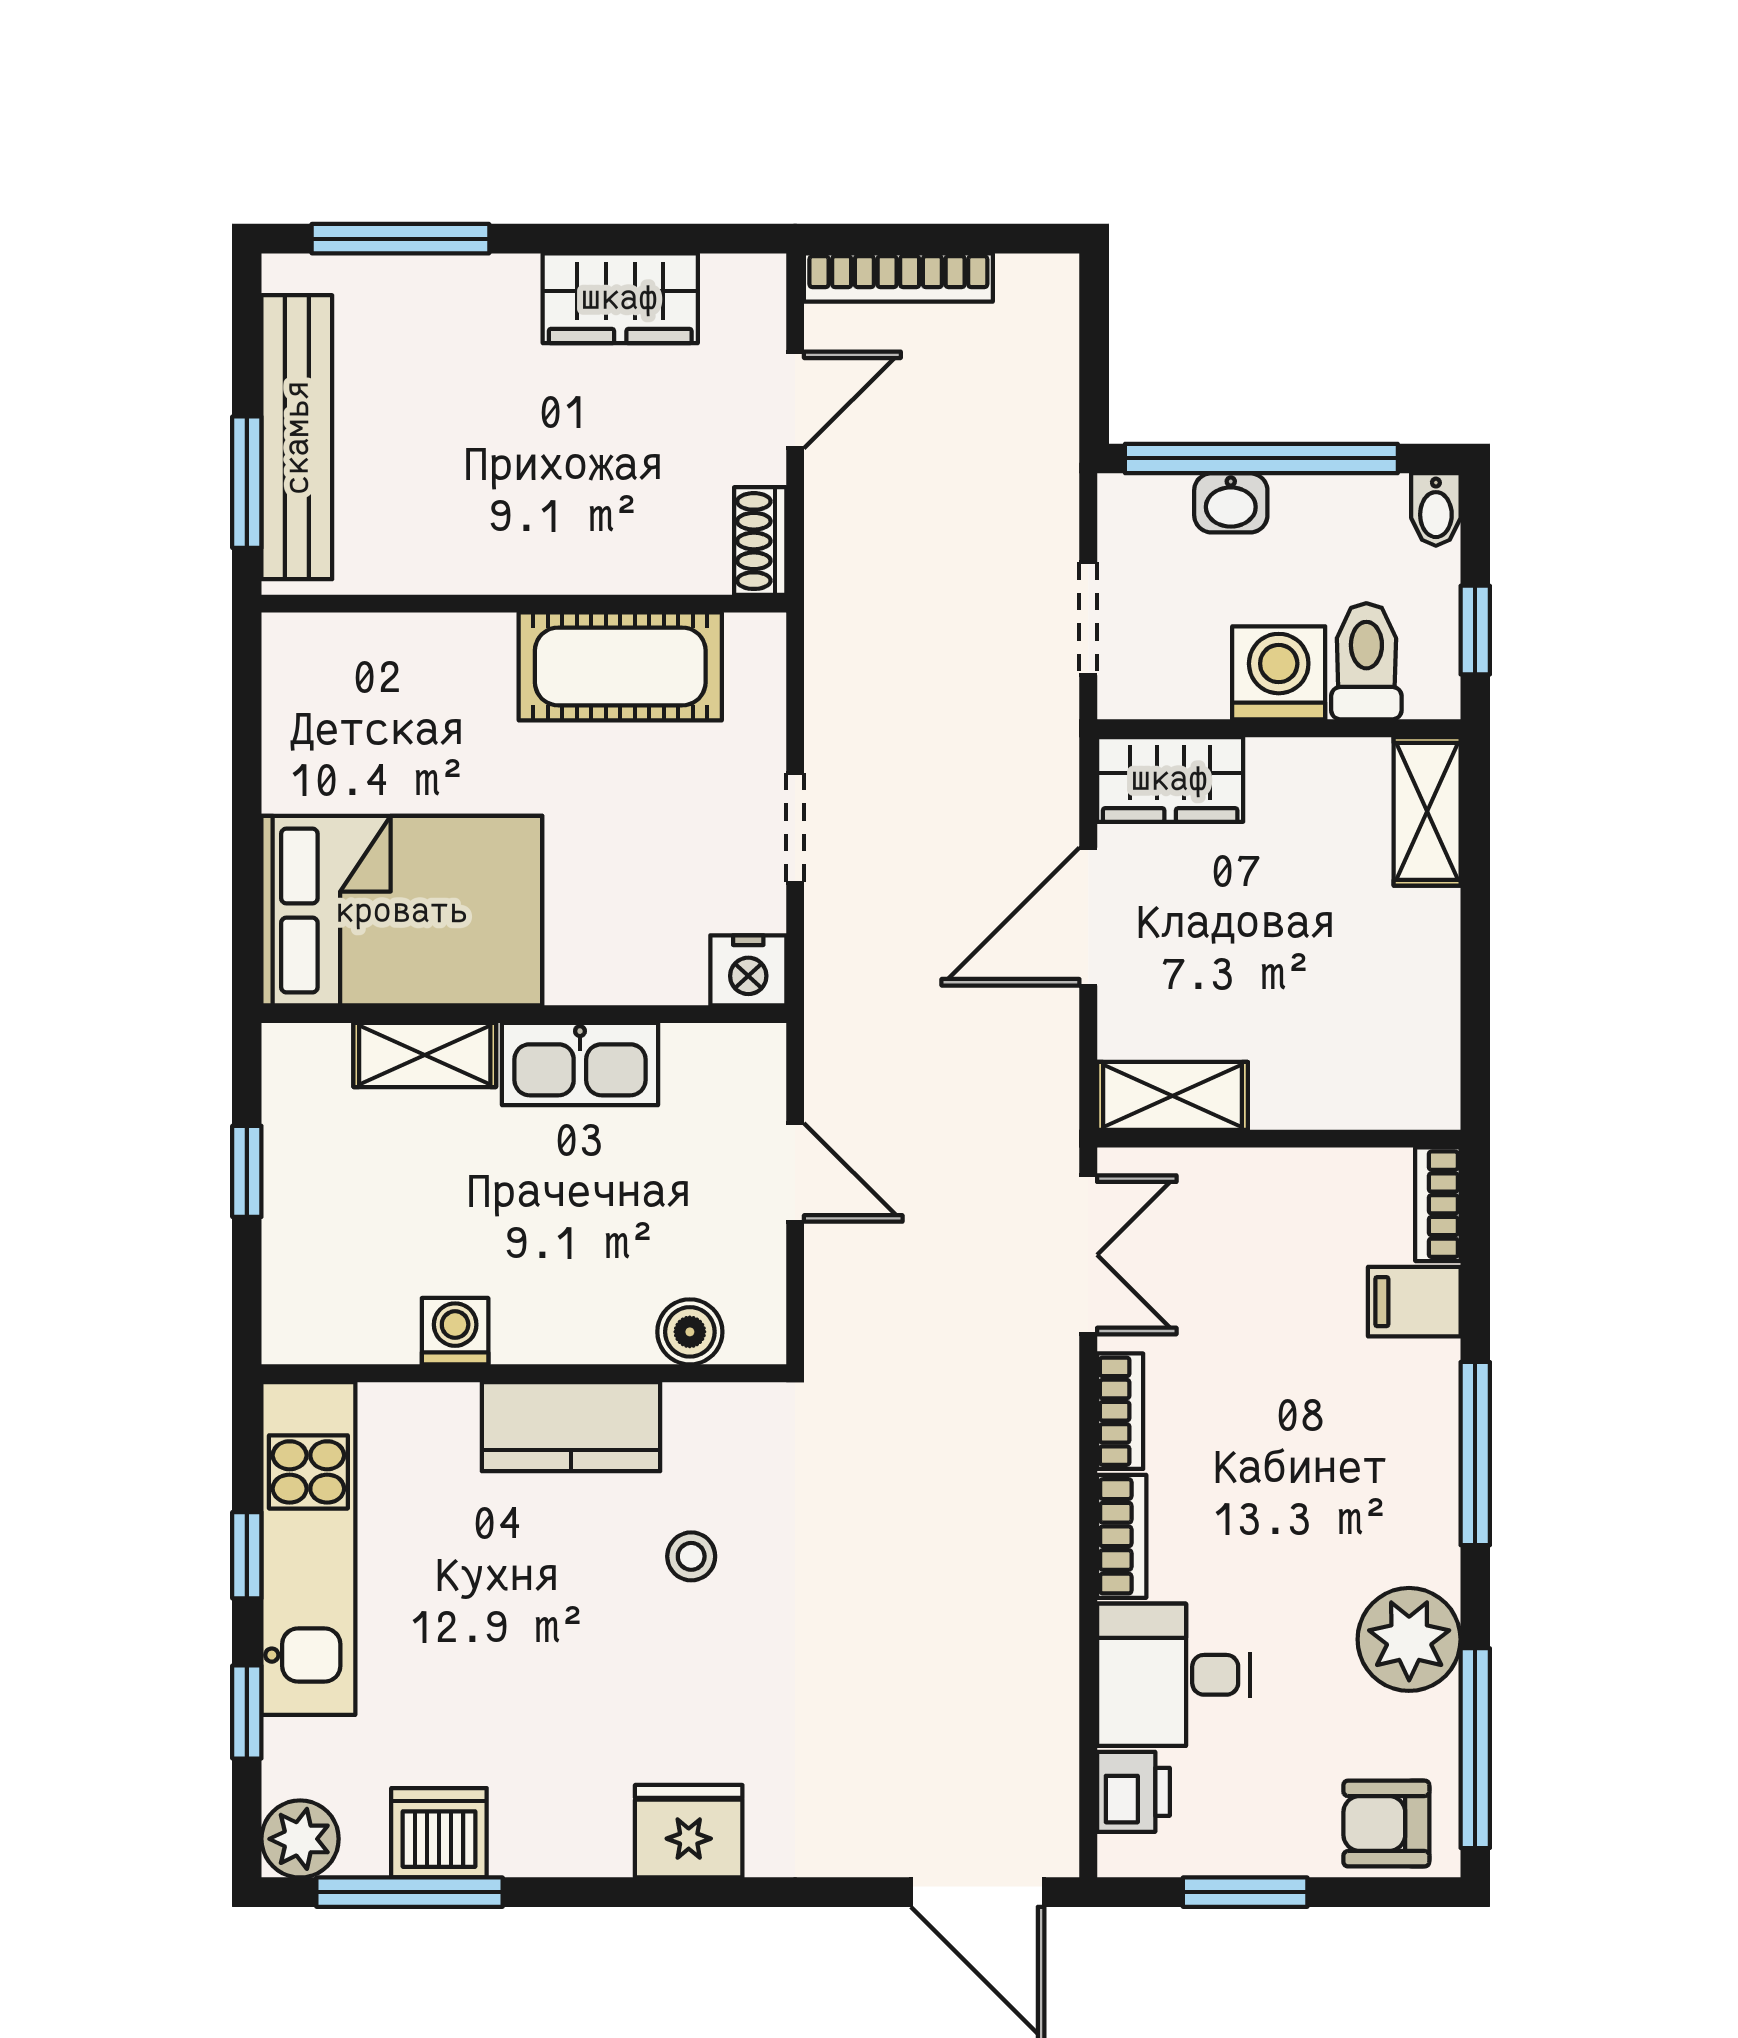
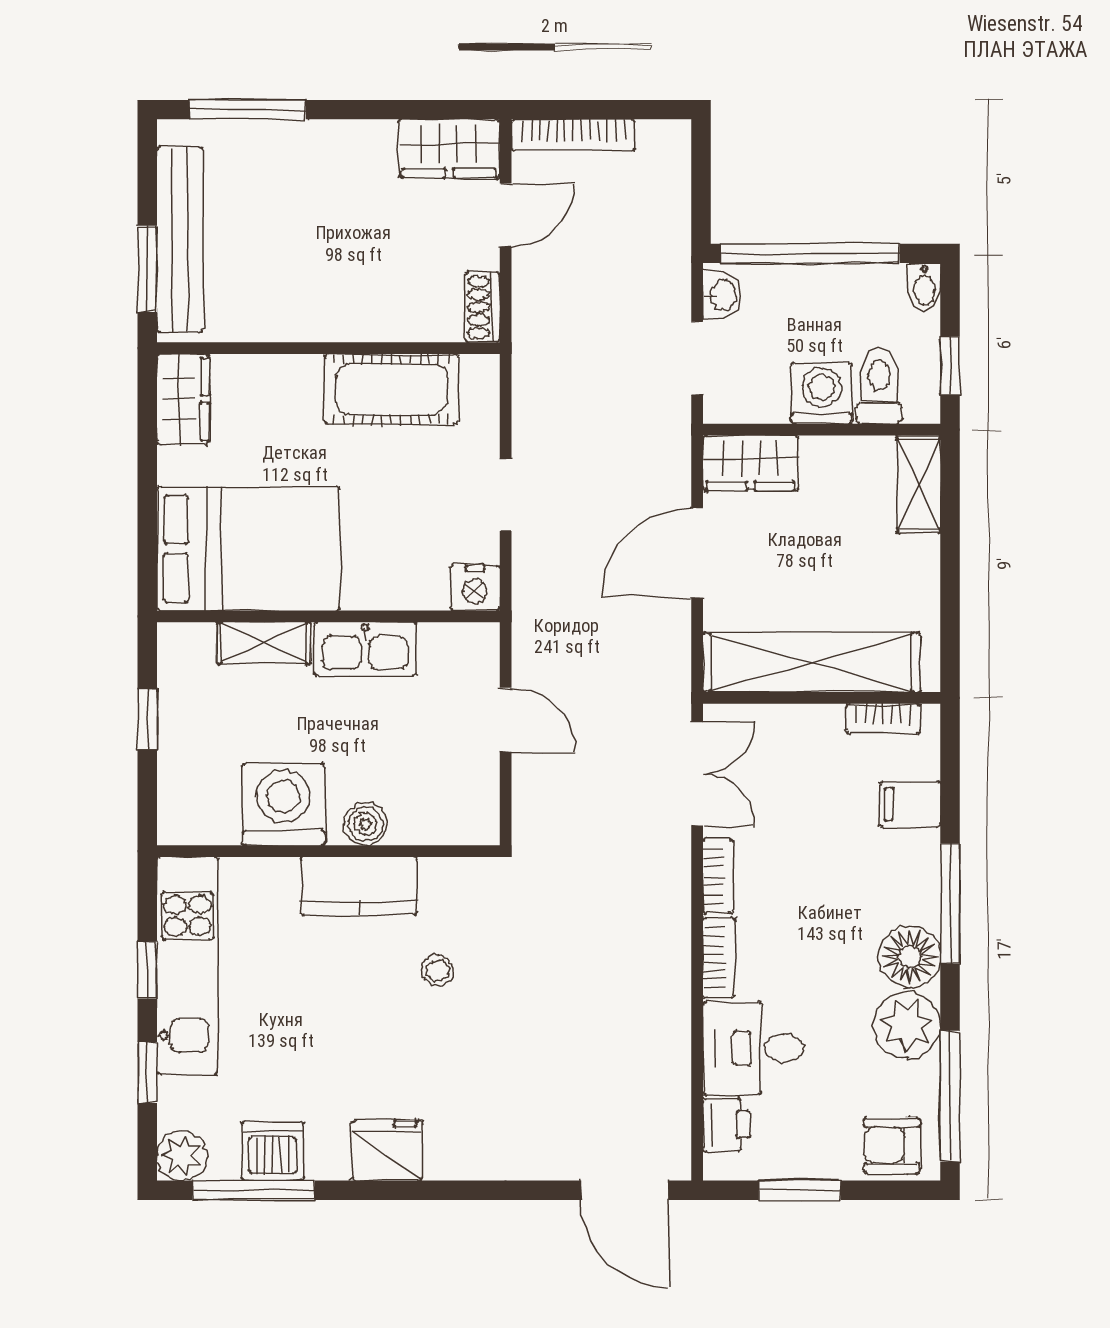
wardrobe: (620, 298) -> (449, 149), moved
washbasin: (1231, 503) -> (722, 295), moved, turned -90
wardrobe: (302, 682) -> (183, 399), added
shelving: (1172, 1096) -> (811, 662), width x2.20, depth x1.33
bookcase: (1438, 1204) -> (883, 718), moved, turned -90
washing machine: (455, 1331) -> (283, 804), width x1.89, depth x1.89
boiler: (690, 1332) -> (366, 824), moved
floor lamp: (1414, 1535) -> (910, 957), added
fridge: (689, 1831) -> (387, 1150), moved

